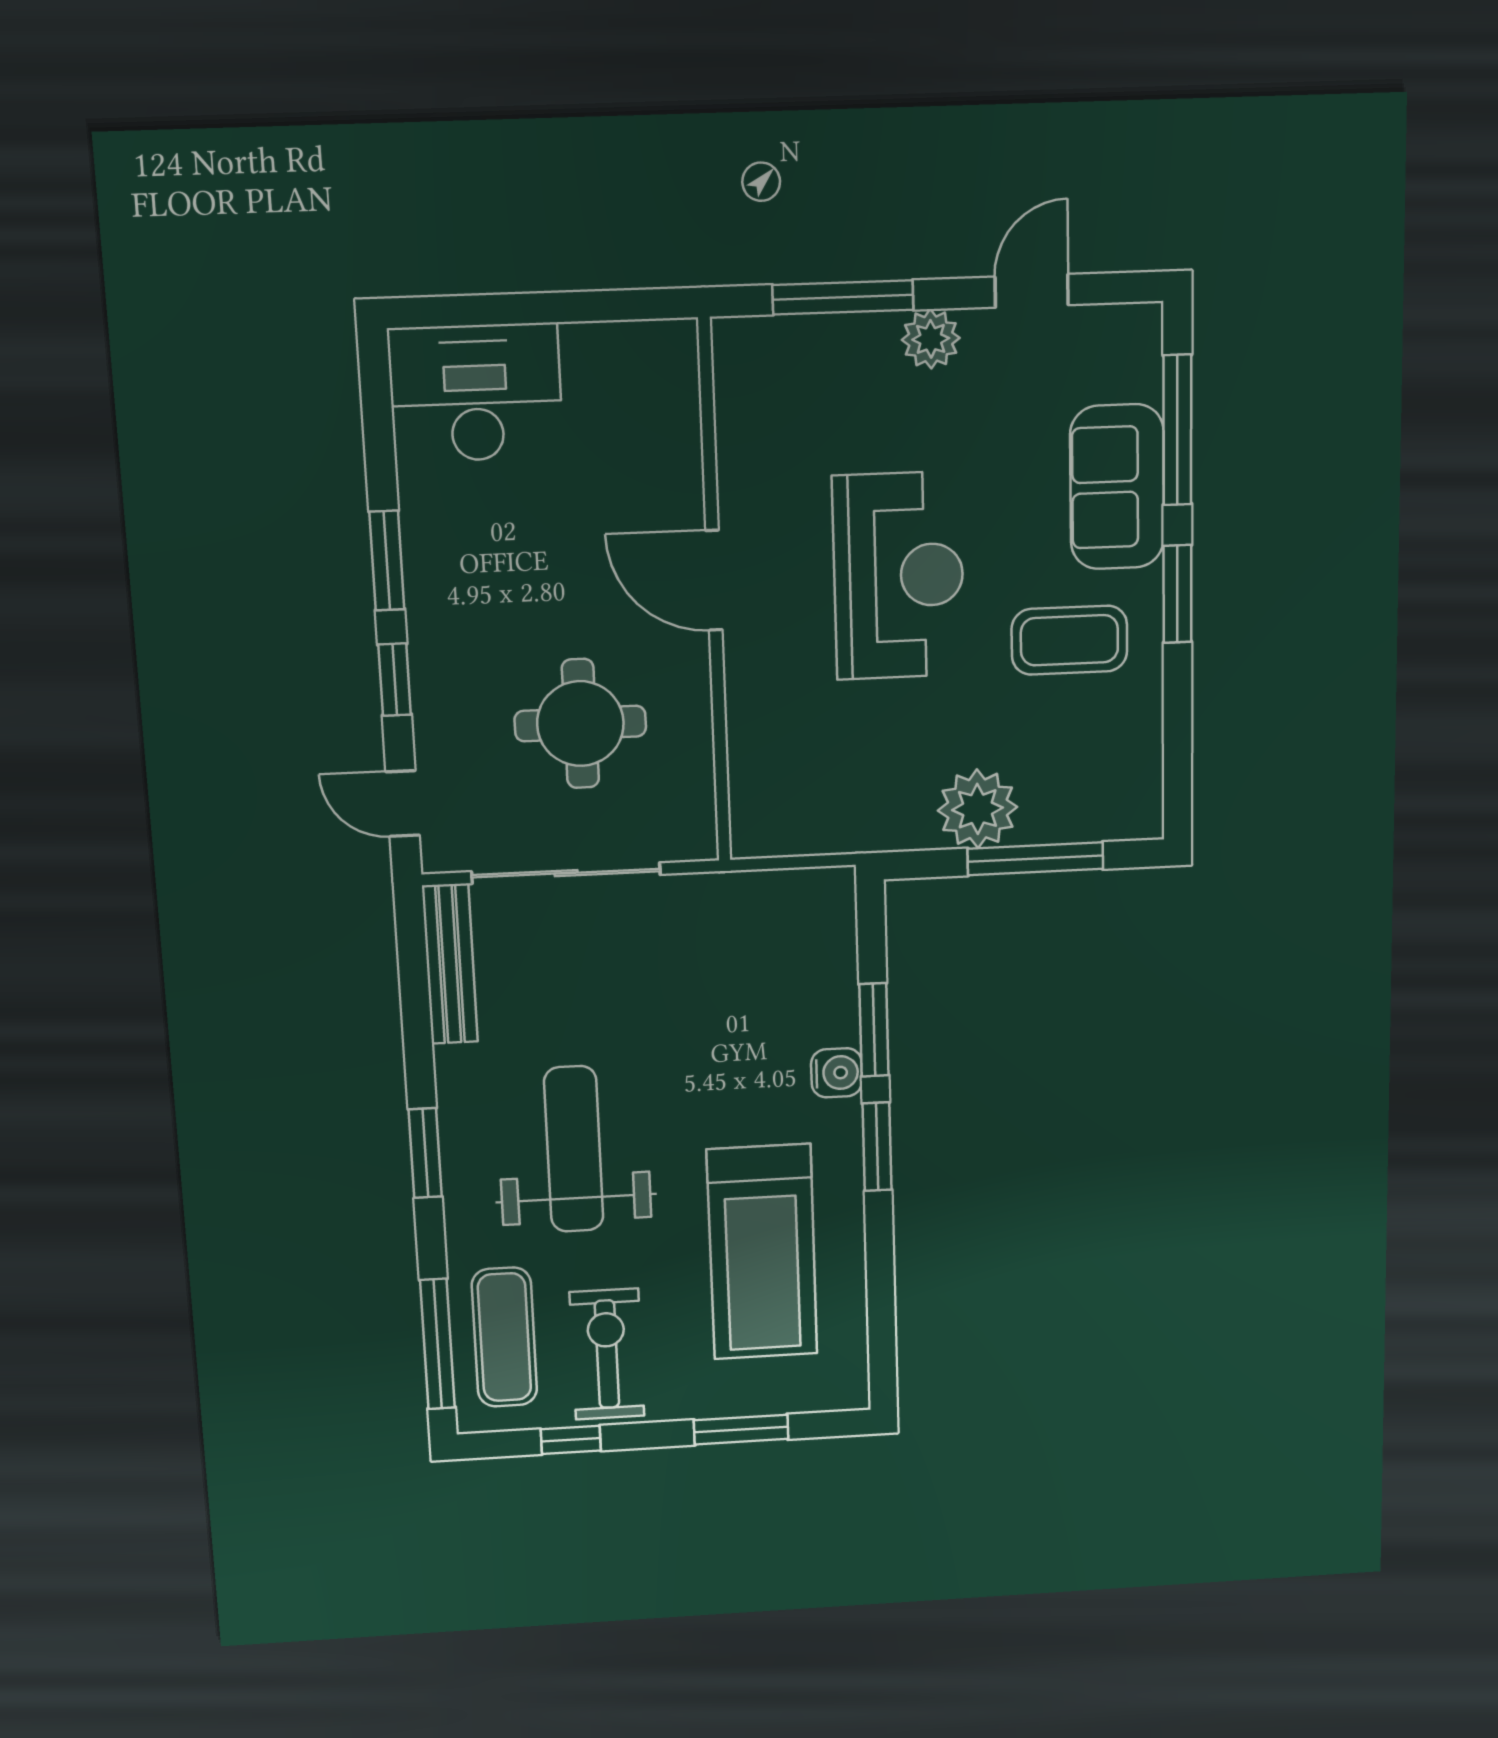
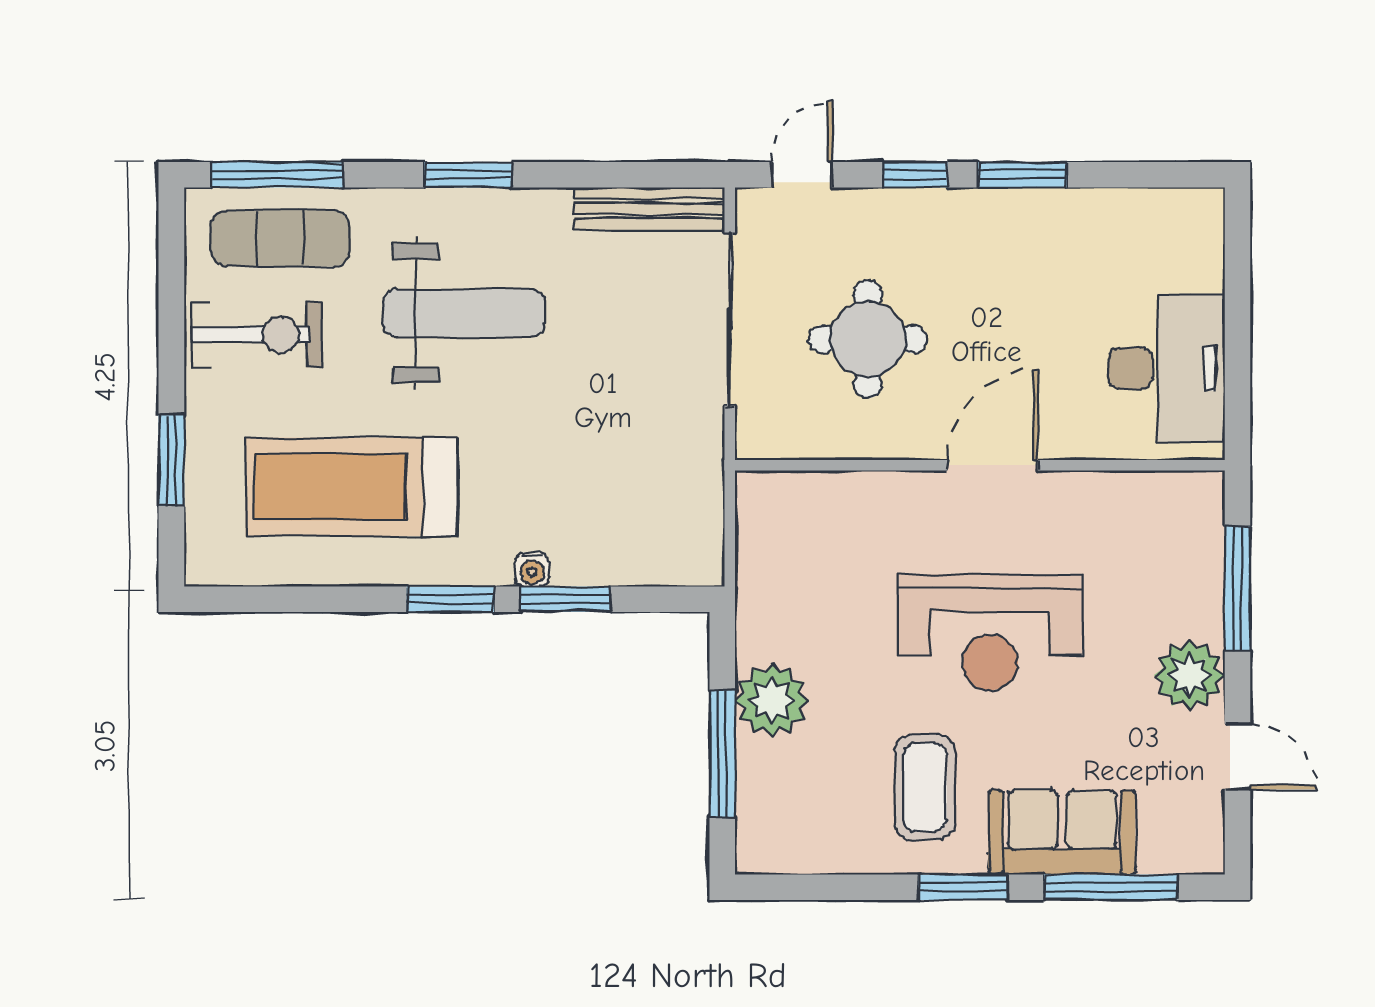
plant: (931, 339) -> (1189, 675), width x1.36, depth x1.36
desk: (476, 393) -> (1166, 368), moved
water cooler: (837, 1073) -> (532, 569), width x0.72, depth x0.72
window: (571, 1440) -> (171, 296), removed

